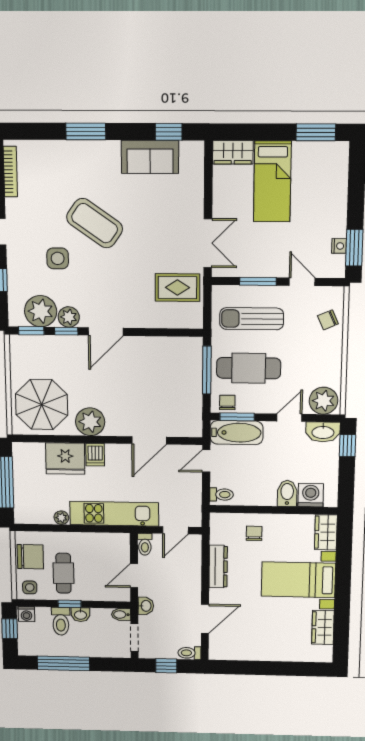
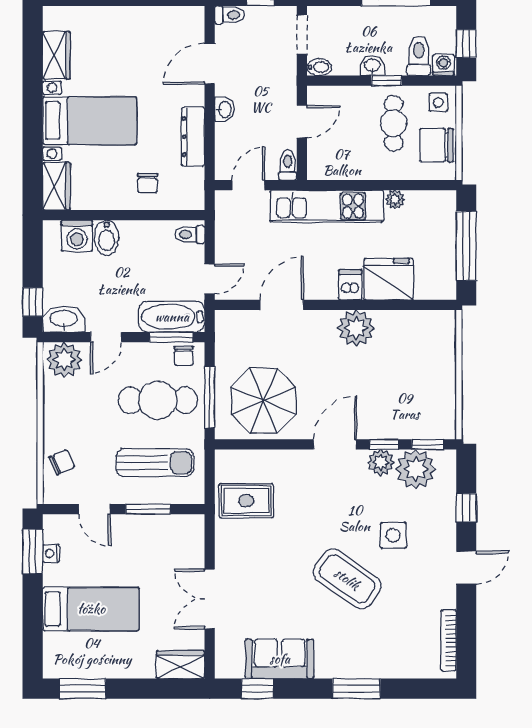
bed: (272, 181) -> (91, 609), moved, turned 90
double door: (208, 243) -> (210, 599), moved
parasol: (42, 405) -> (264, 401), moved
washbasin: (146, 606) -> (224, 109), moved, turned 180
toilet: (61, 621) -> (419, 56), moved

